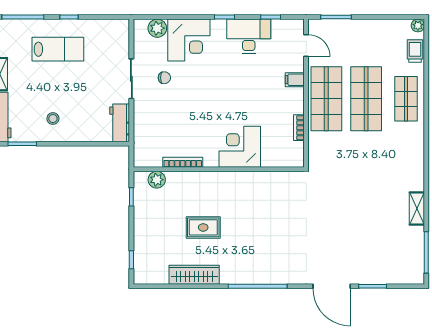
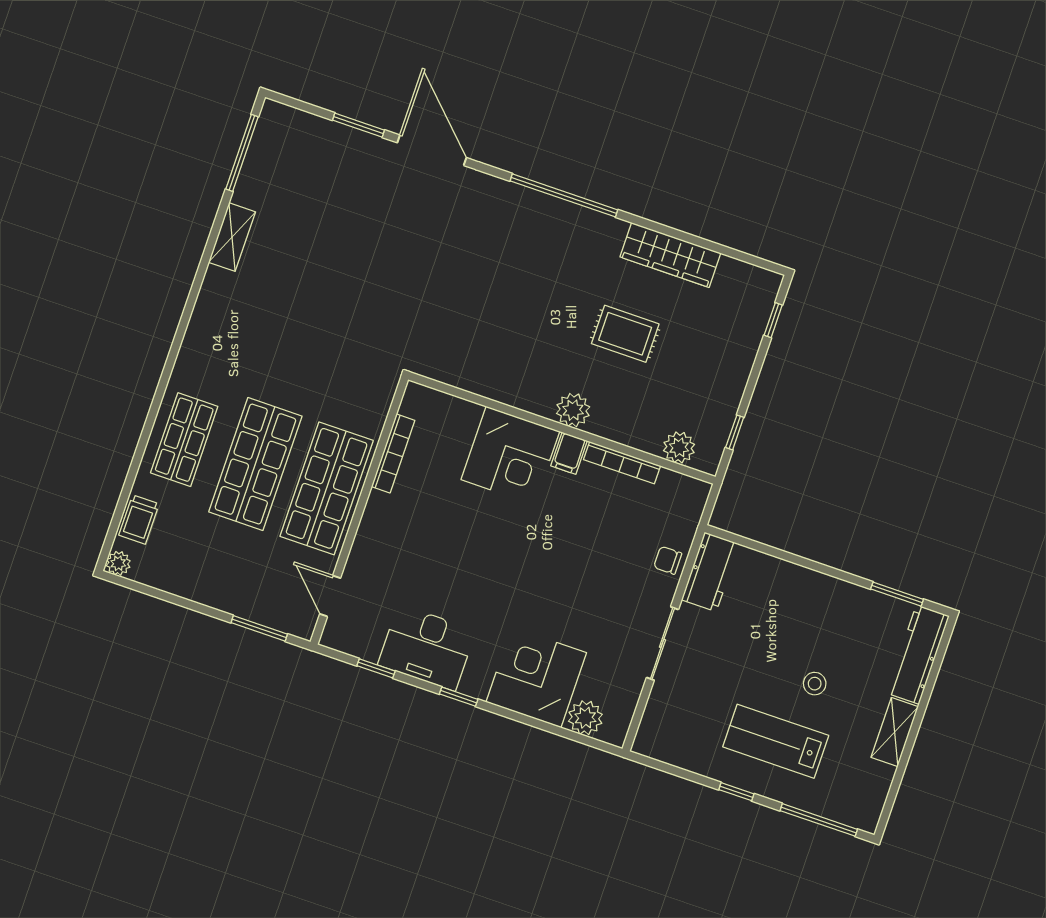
chair: (164, 78) -> (668, 560), moved
filing cabinet: (295, 80) -> (569, 453), moved, turned 90
stool: (53, 119) -> (815, 684), moved
bookcase: (299, 128) -> (393, 454), width x1.56
plant: (216, 180) -> (573, 410), added

